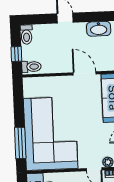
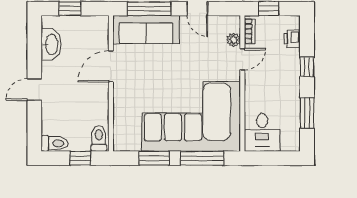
window: (19, 108) -> (154, 158), added

